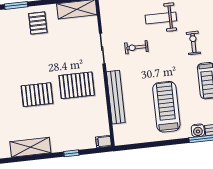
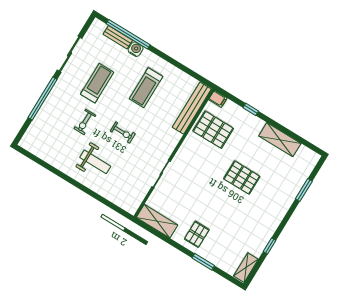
exercise bike: (136, 47) -> (123, 132), moved
pallet: (77, 85) -> (213, 130), moved
bench: (116, 97) -> (192, 108), moved
treadmill: (166, 107) -> (146, 88), width x0.73, depth x0.73

